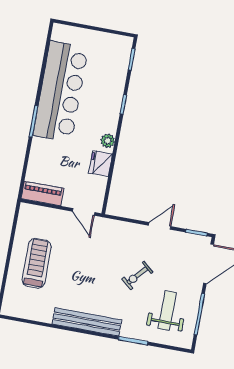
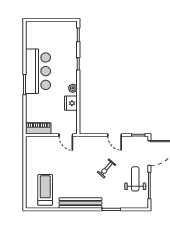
bar counter: (61, 92) -> (38, 71), width x0.73
door: (160, 226) -> (115, 135), swing flipped
treadmill: (37, 263) -> (45, 190), moved
weight bench: (167, 311) -> (135, 179), moved

